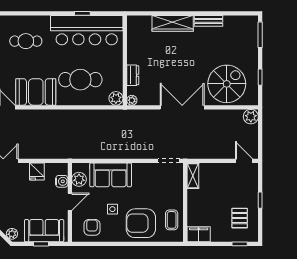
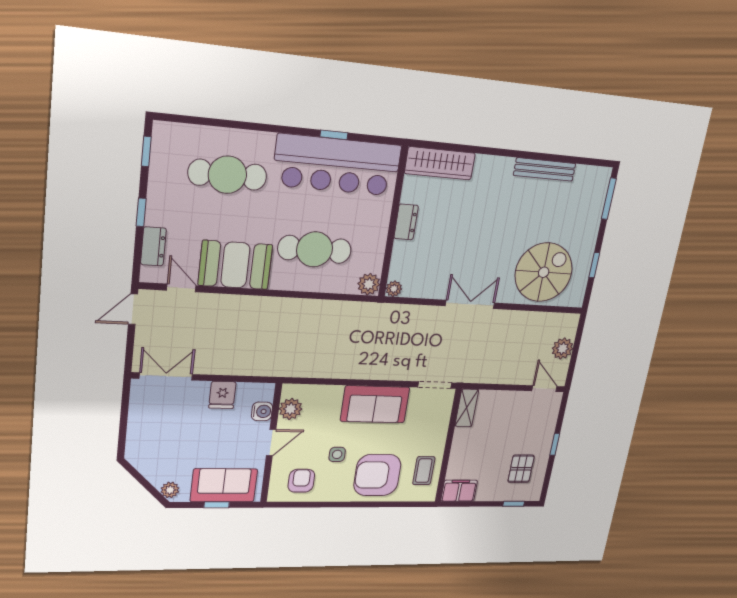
bench: (208, 21) -> (545, 169), width x1.36
wardrobe: (173, 23) -> (440, 163), moved
cafe table: (26, 41) -> (227, 175), width x1.37, depth x1.35
dresser: (133, 75) -> (406, 222), moved
double door: (182, 107) -> (470, 304), width x0.73
plant: (251, 117) -> (563, 349), moved
sofa: (111, 175) -> (375, 404), moved

